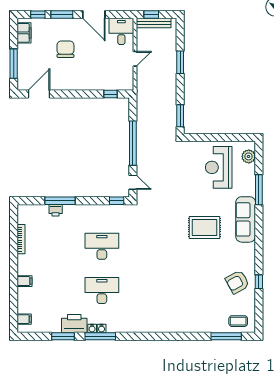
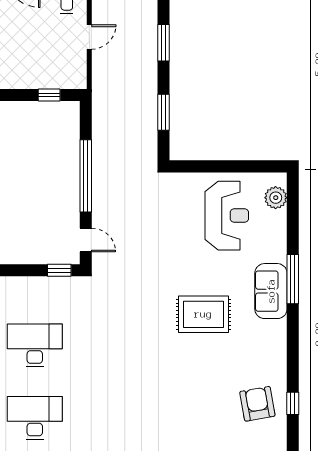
window: (180, 116) -> (163, 112), moved
reception desk: (219, 167) -> (227, 216), turned 180
window: (259, 190) -> (293, 279), moved
sofa: (246, 219) -> (271, 291), width x0.73
armchair: (237, 282) -> (257, 404), turned 109

